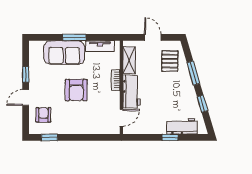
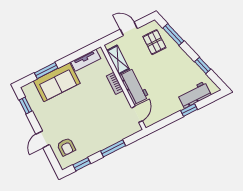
window: (74, 37) -> (46, 71), moved
window: (193, 73) -> (173, 34), moved
window: (26, 74) -> (26, 105), moved
armchair: (76, 90) -> (84, 110), removed
armchair: (43, 115) -> (66, 147), turned 180
window: (85, 137) -> (113, 148), added

